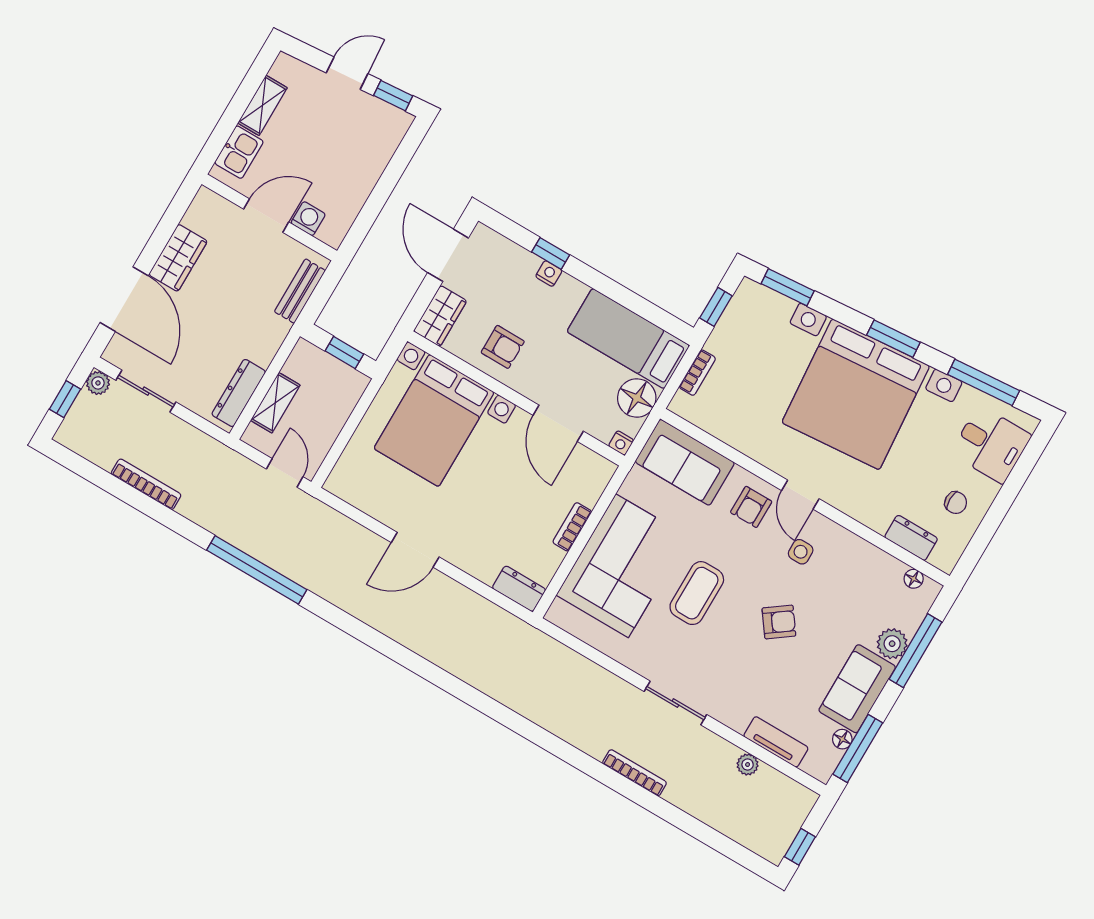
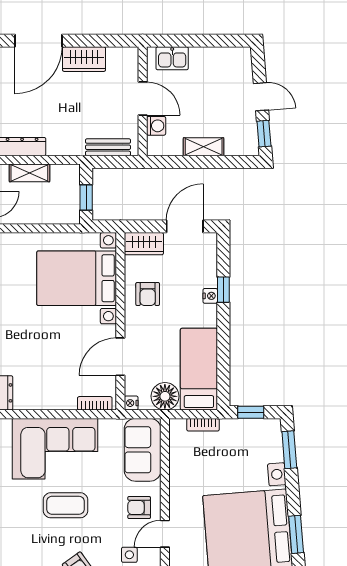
shelving: (262, 105) -> (204, 147), moved
bookcase: (572, 527) -> (95, 403), moved

